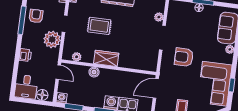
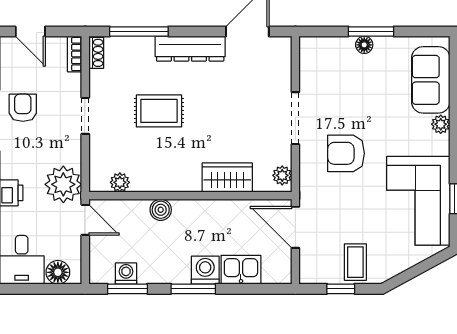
plant: (159, 17) -> (282, 175), moved
plant: (52, 39) -> (63, 184), moved
wardrobe: (106, 58) -> (227, 177), moved
door: (156, 88) -> (295, 227), hinge flipped
washing machine: (62, 98) -> (126, 273), moved

